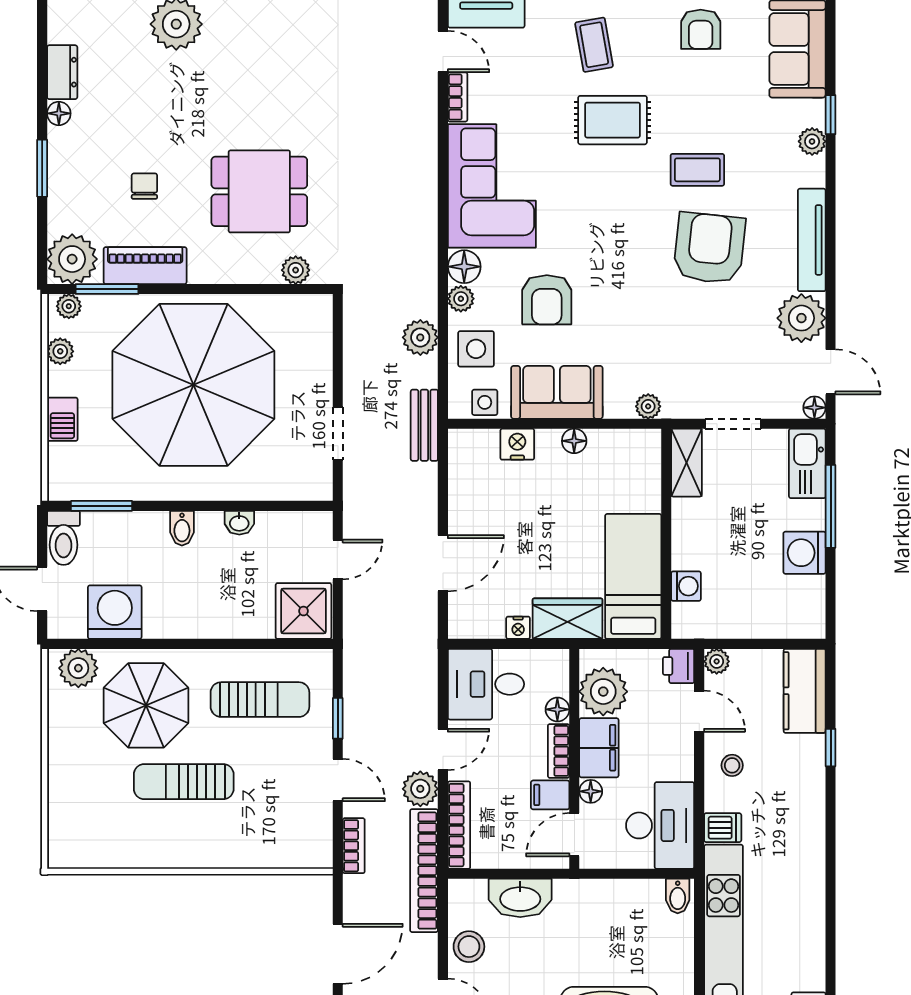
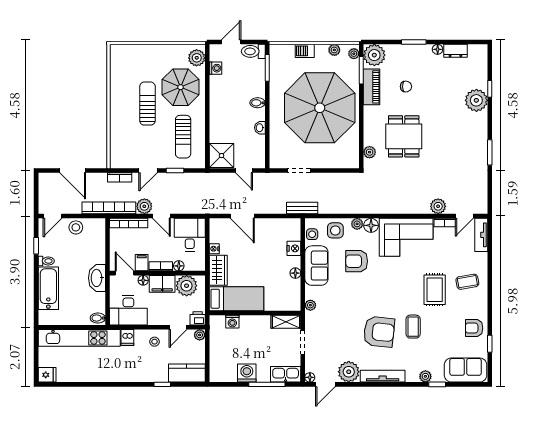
plant: (420, 337) -> (438, 206), moved
washing machine: (115, 612) -> (216, 68), width x0.53, depth x0.53
washbasin: (520, 898) -> (97, 278), moved

